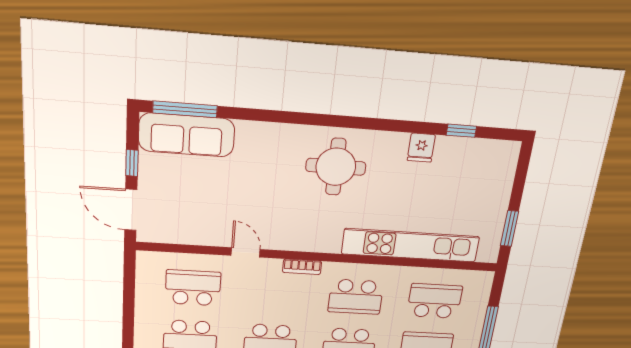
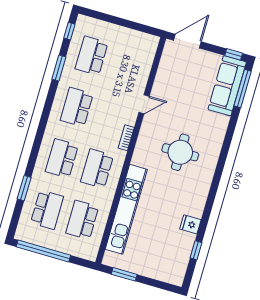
window: (132, 163) -> (234, 54), moved
round table: (336, 167) -> (180, 152), moved
school desk: (193, 288) -> (127, 66), removed
school desk: (435, 301) -> (82, 220), turned 180

